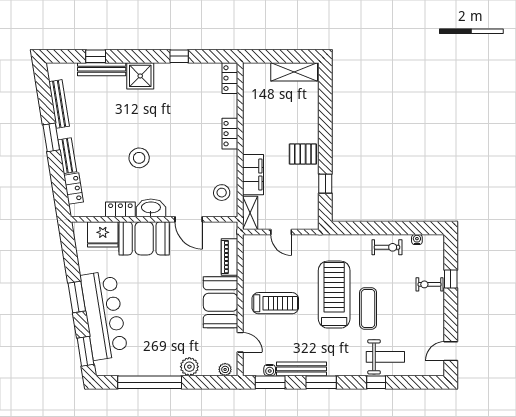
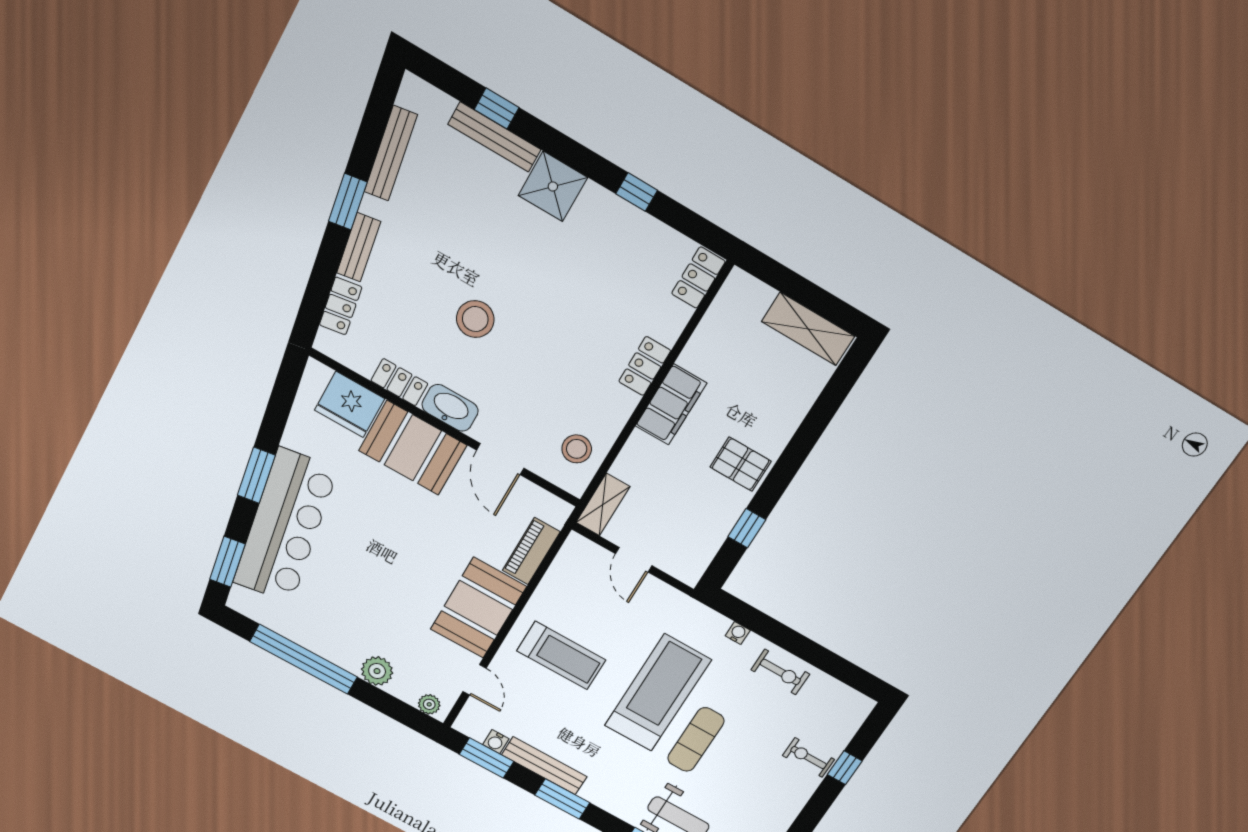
filing cabinet: (253, 175) -> (671, 405), moved
water cooler: (417, 239) -> (738, 633), moved

